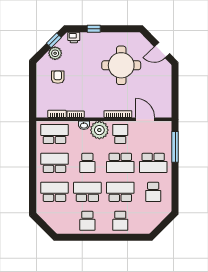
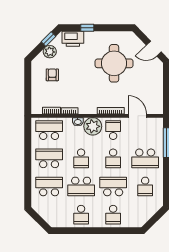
printer: (74, 37) -> (73, 39), width x1.87, depth x1.48
school desk: (120, 163) -> (113, 158), width x0.54
school desk: (87, 192) -> (81, 186), turned 180

